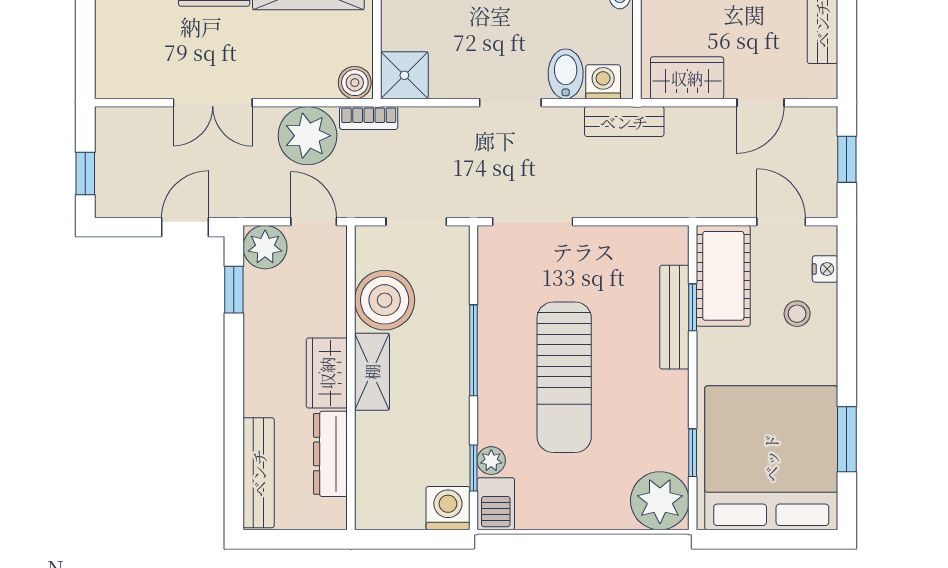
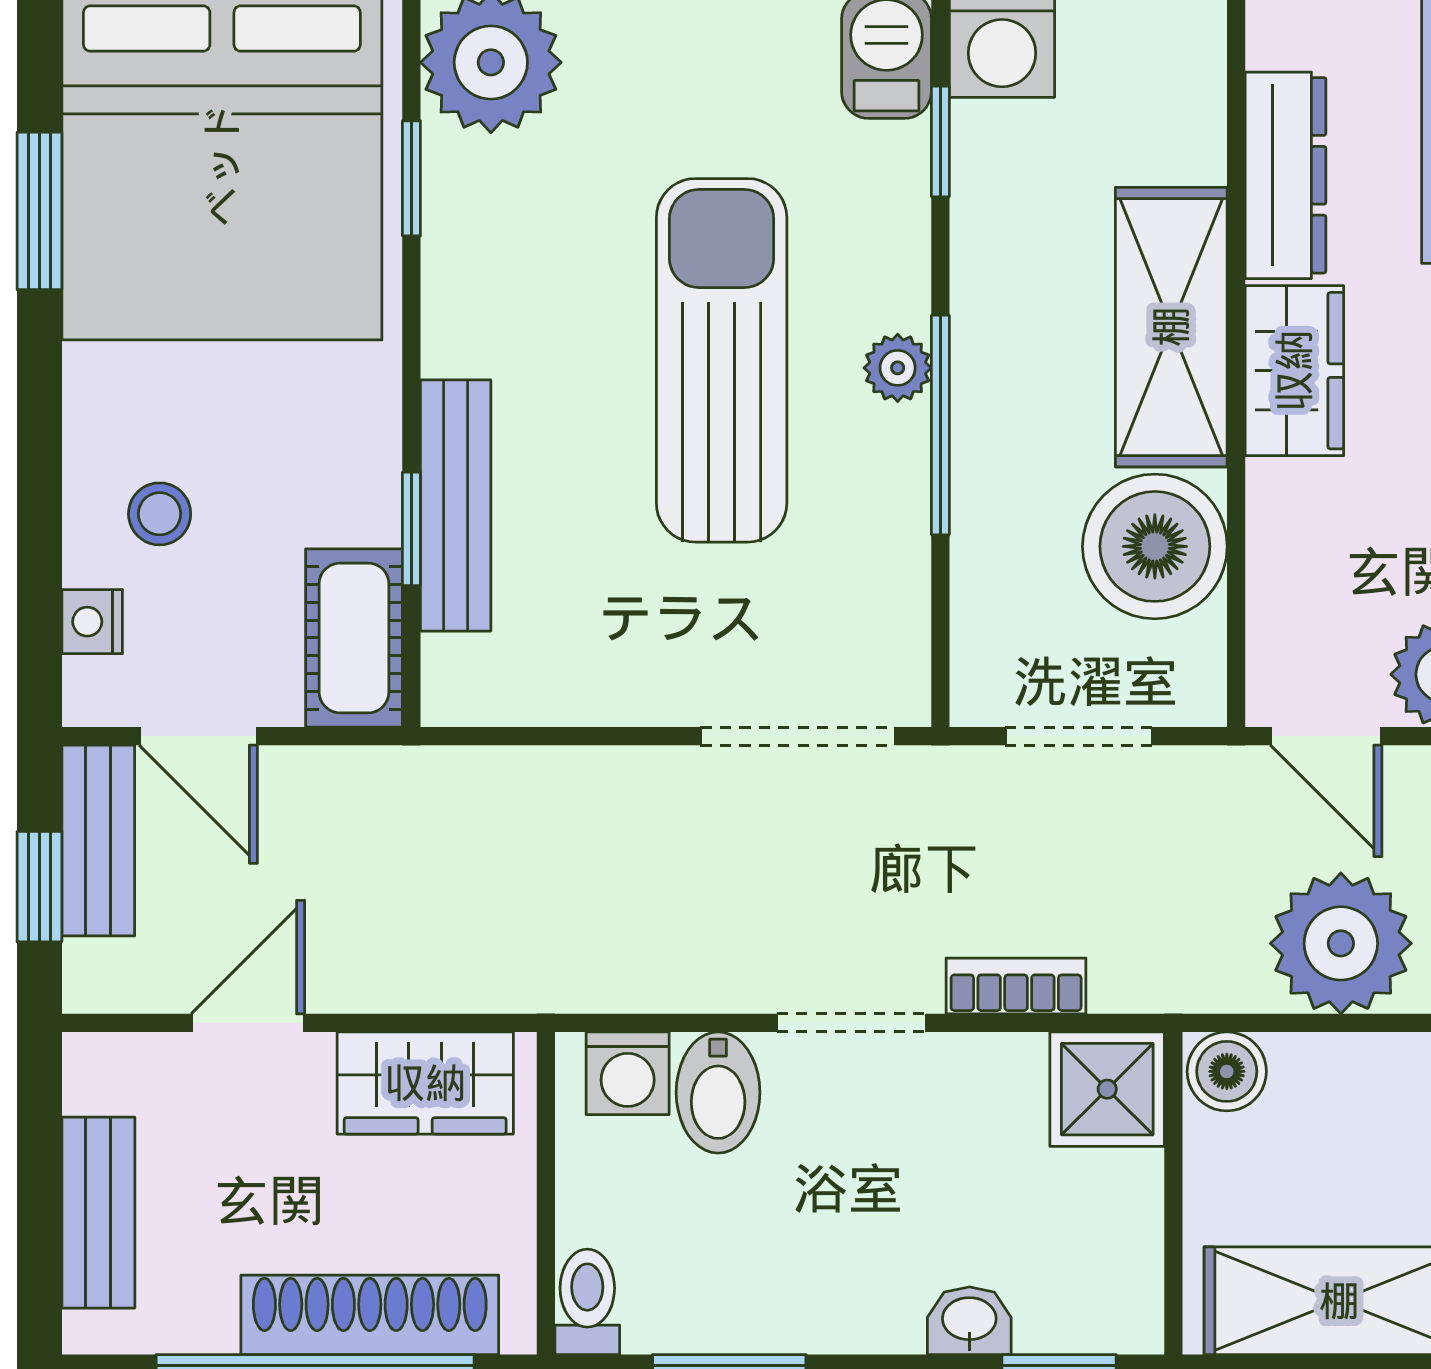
bookcase: (369, 118) -> (1016, 986), moved
bench: (624, 122) -> (98, 840), moved, turned 90
cot: (723, 276) -> (354, 638), width x0.73, depth x0.75
shelving: (372, 372) -> (1171, 327), width x1.50, depth x1.33
plant: (491, 461) -> (898, 368), moved

